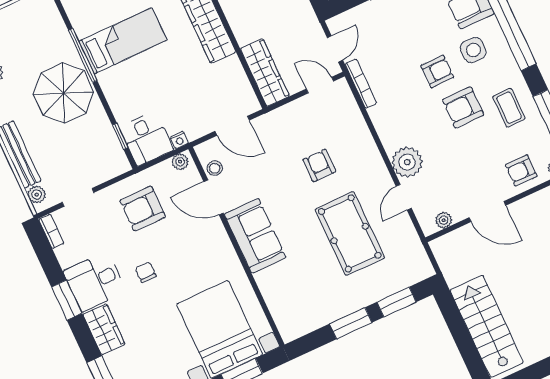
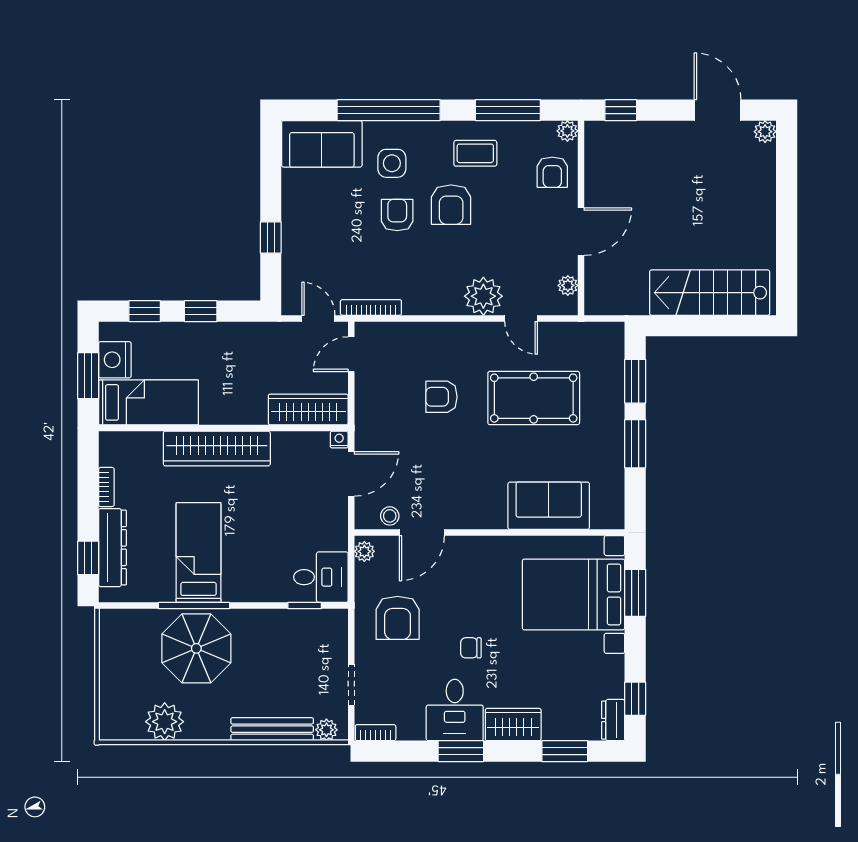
parasol: (64, 93) -> (196, 648), moved
nightstand: (179, 140) -> (339, 440), moved, turned -90
sofa: (255, 236) -> (549, 506), moved

